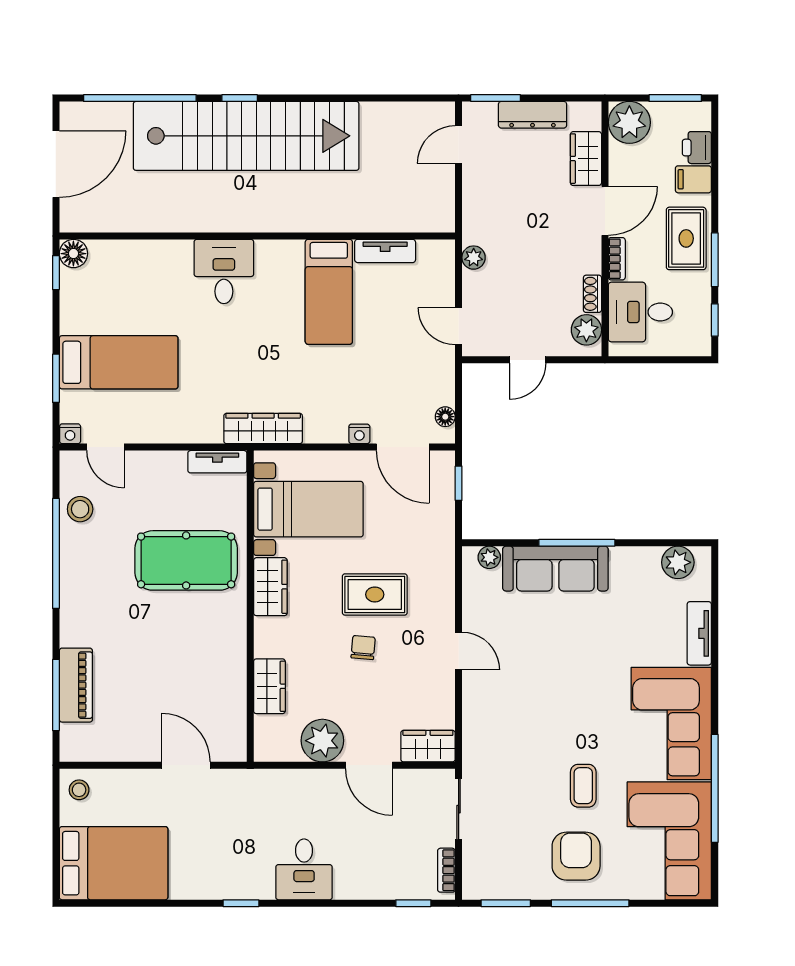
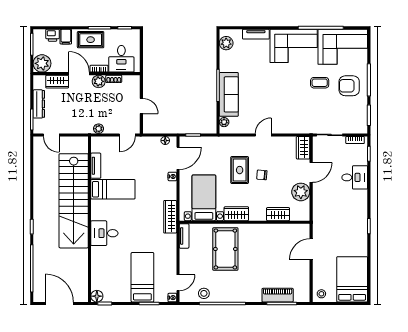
stairs: (246, 136) -> (74, 201), moved, turned 180
plant: (586, 330) -> (99, 81), moved
desk: (304, 869) -> (355, 177), moved

